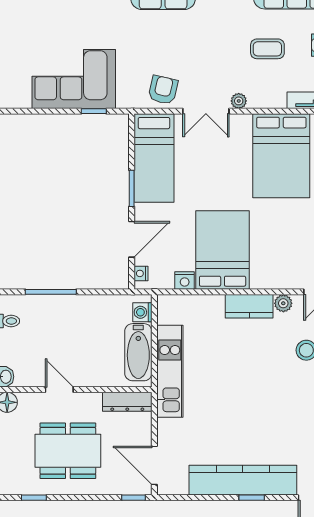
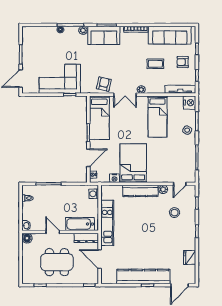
bed: (281, 156) -> (158, 117), width x0.67
kitchen counter: (249, 306) -> (140, 191), width x1.50
bathtub: (138, 352) -> (80, 224), moved, turned 90
door: (154, 465) -> (100, 259), moved

